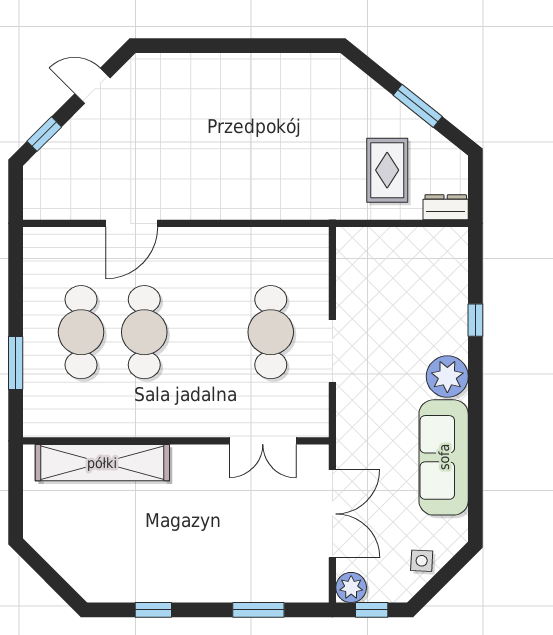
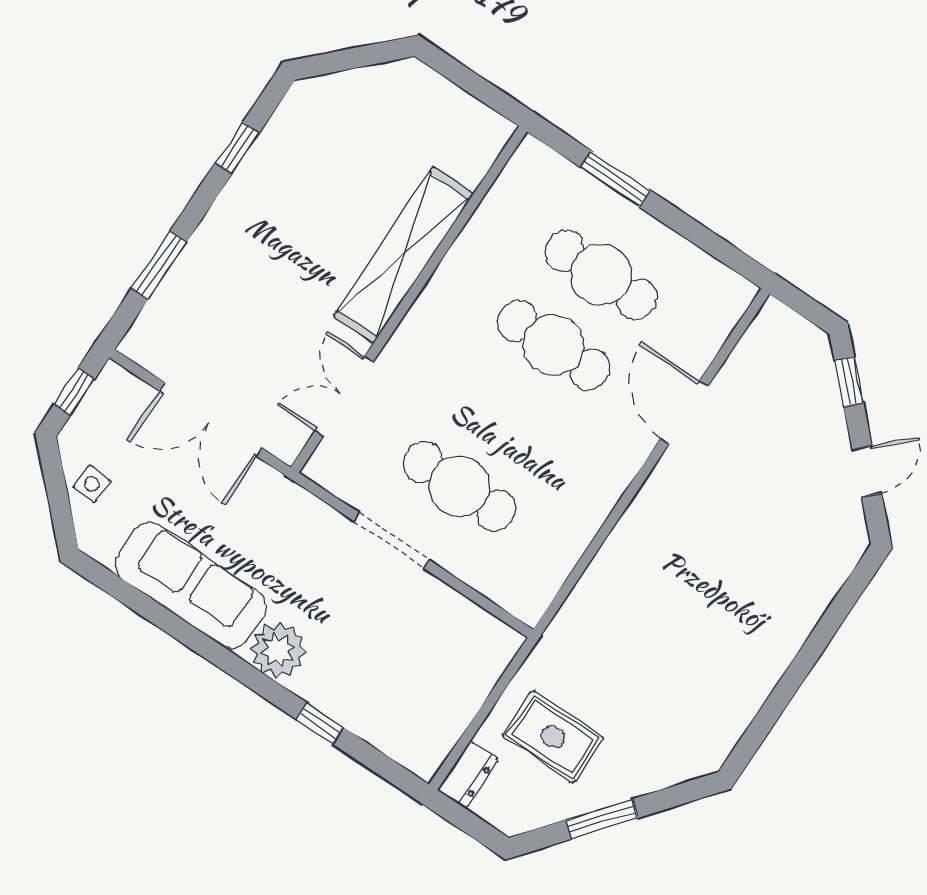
shelving: (102, 463) -> (404, 255), moved
plant: (351, 587) -> (115, 385), removed

